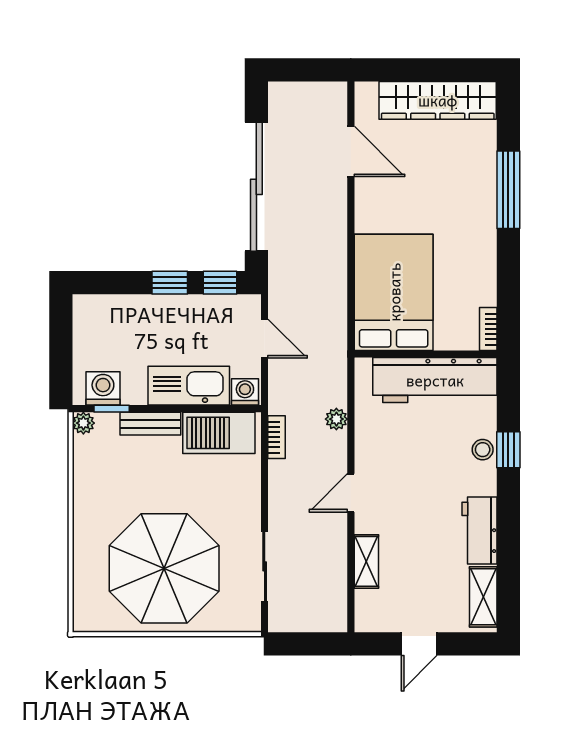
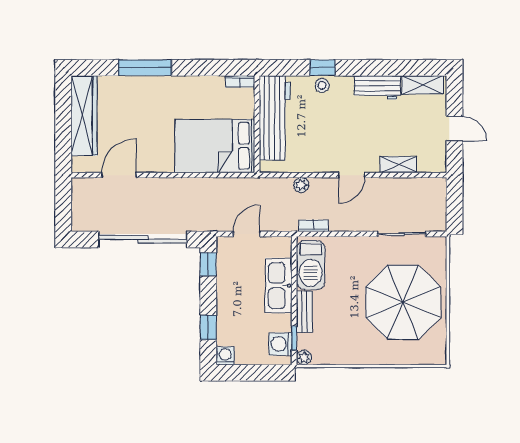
window: (170, 283) -> (208, 327), moved
washing machine: (245, 392) -> (225, 356), moved, turned 90
door: (351, 493) -> (352, 175), hinge flipped

